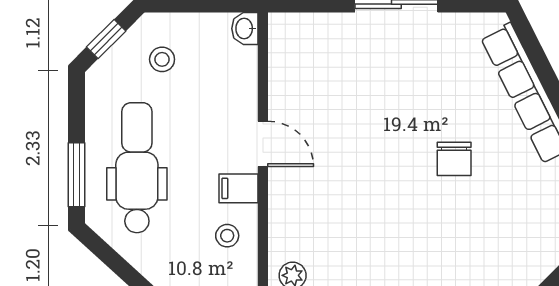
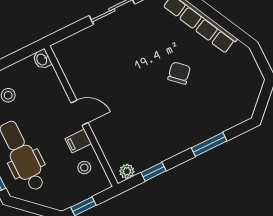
chair: (454, 159) -> (179, 73), turned -138

